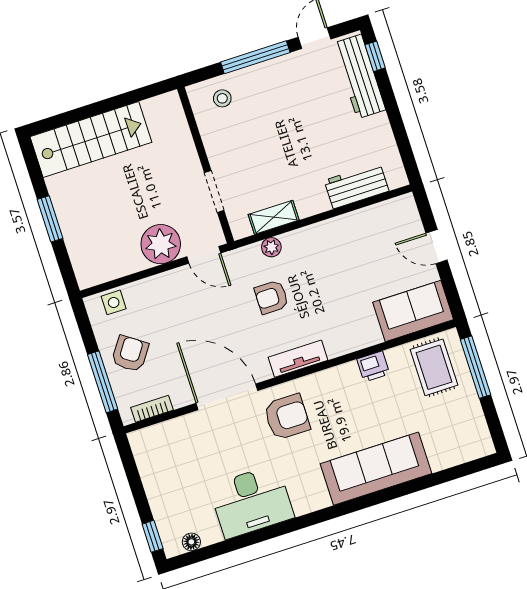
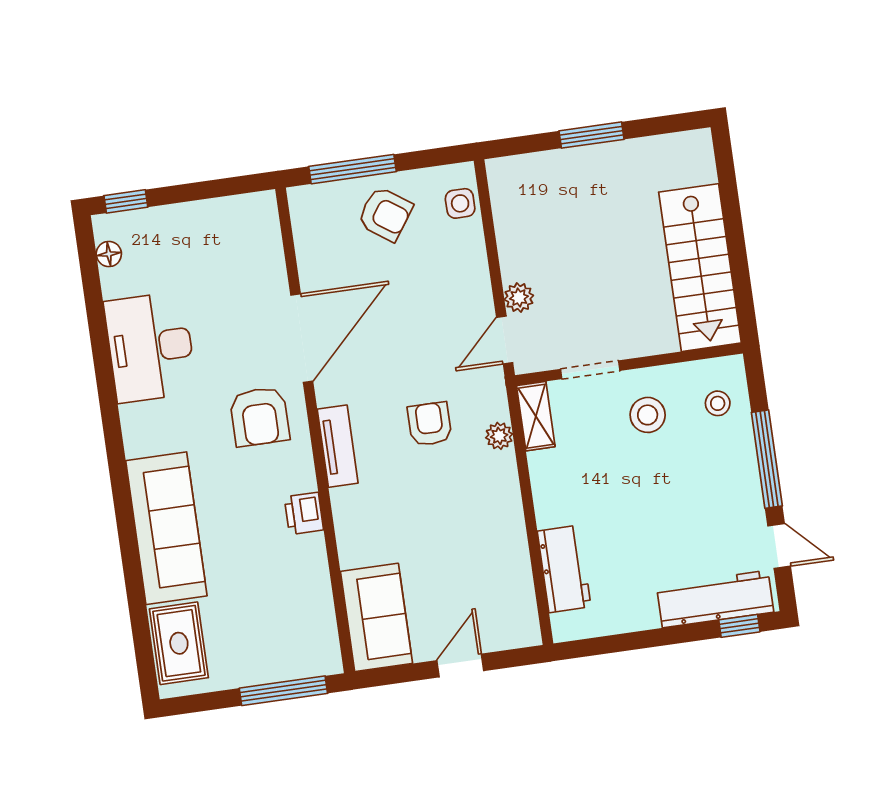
stairs: (91, 140) -> (700, 268), moved
stool: (239, 146) -> (648, 415), added
shelving: (274, 217) -> (536, 416), moved
plant: (161, 244) -> (519, 298), width x0.53, depth x0.53
printer: (373, 366) -> (304, 513), moved
rug: (434, 367) -> (179, 643), moved, turned 90
bookcase: (152, 409) -> (303, 231), removed

